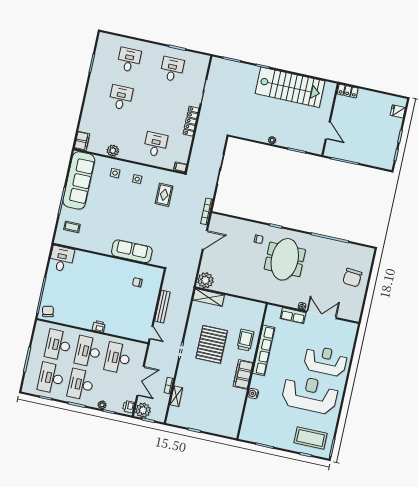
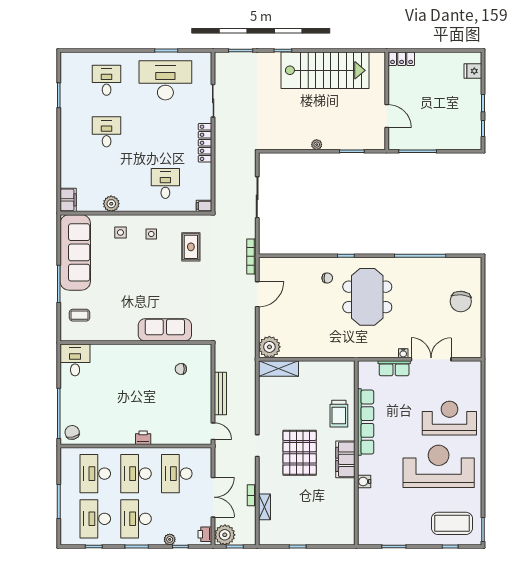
desk: (172, 69) -> (165, 80), width x1.87, depth x1.30
trolley: (245, 340) -> (339, 414), turned 180
pallet: (212, 344) -> (300, 453), moved

